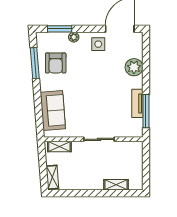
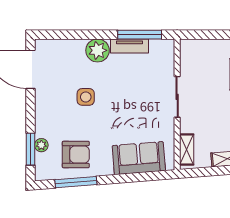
plant: (74, 37) -> (41, 145), moved
side table: (98, 44) -> (86, 97), moved
plant: (134, 67) -> (98, 50), moved

